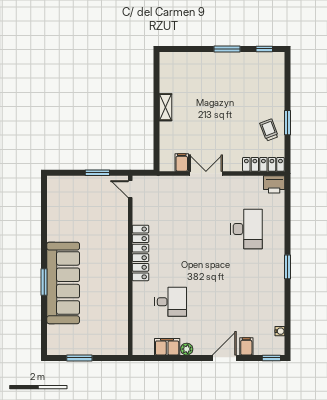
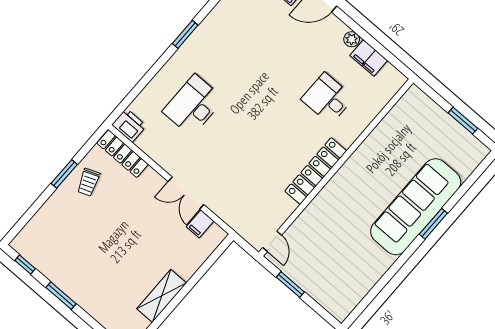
shelving: (166, 107) -> (162, 296), width x1.50, depth x1.33

